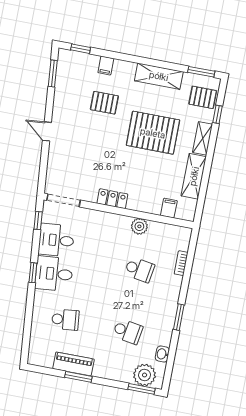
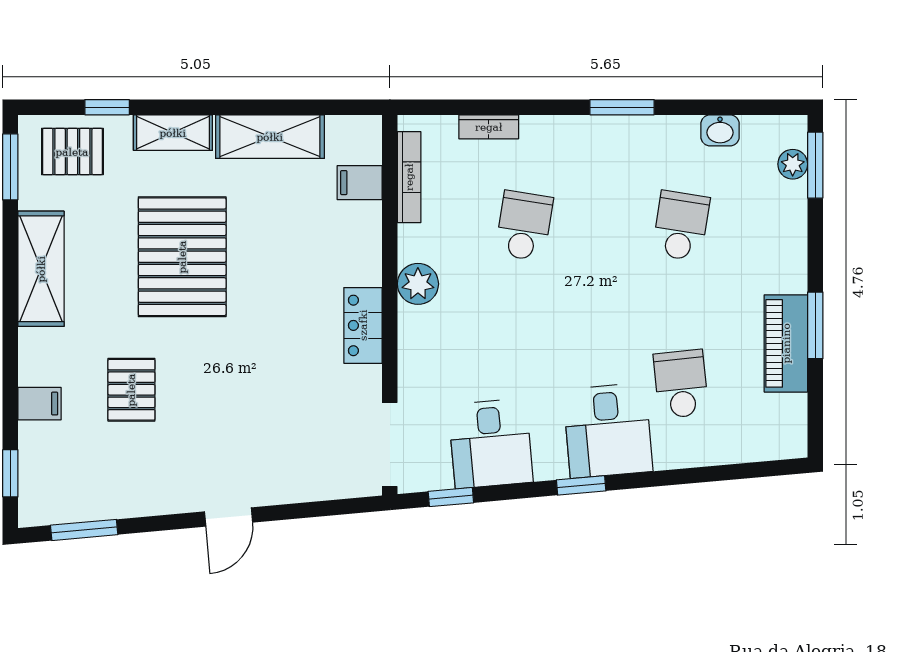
pallet: (203, 97) -> (72, 152), turned 90
plant: (139, 226) -> (418, 284), moved
bookcase: (167, 228) -> (409, 177), added
desk: (54, 274) -> (608, 430), moved
plant: (145, 375) -> (793, 164), width x0.53, depth x0.53

